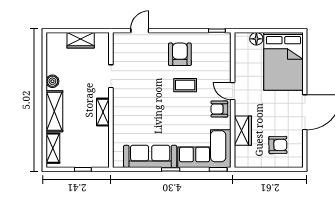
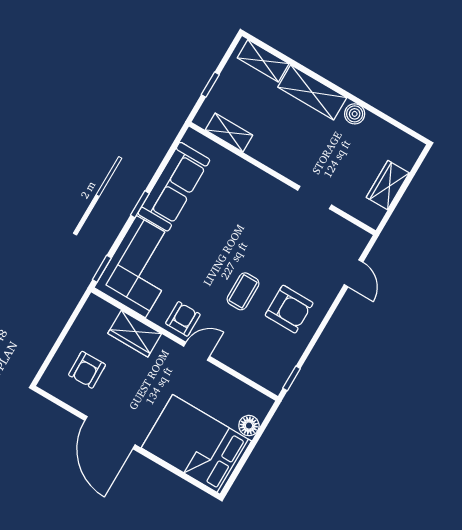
shelving: (103, 112) -> (229, 133), moved

